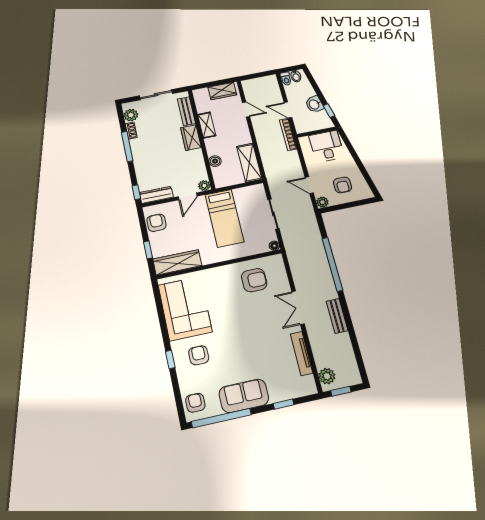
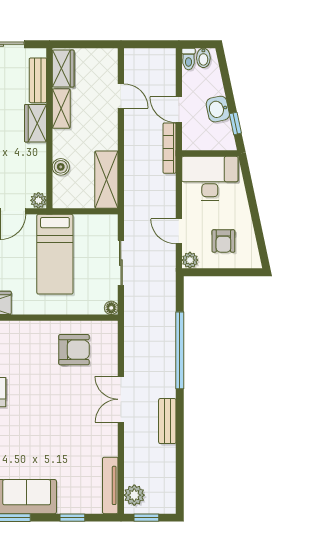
wardrobe: (222, 91) -> (63, 69), moved, turned -90
desk: (327, 146) -> (210, 178), width x1.37
tv unit: (302, 353) -> (110, 485), moved

